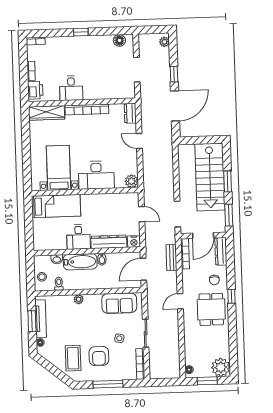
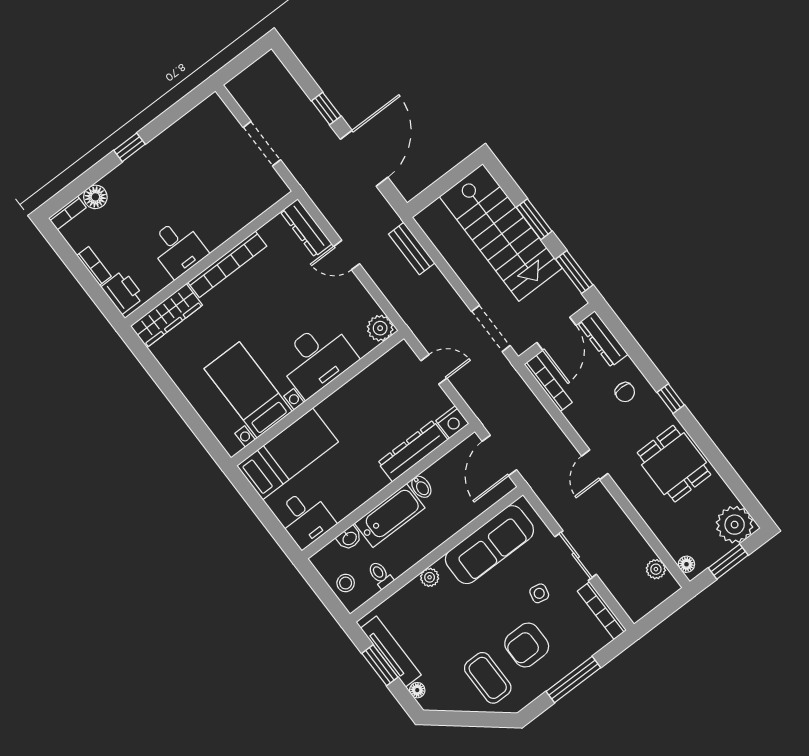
floor lamp: (119, 40) -> (95, 197), moved
plant: (164, 42) -> (656, 569), moved
dresser: (130, 113) -> (306, 228), width x1.44
desk: (78, 237) -> (305, 518), moved
bench: (171, 258) -> (412, 248), moved
sofa: (119, 303) -> (489, 545), width x1.36
dining table: (211, 309) -> (674, 464), moved
armchair: (99, 356) -> (527, 645), turned 90

